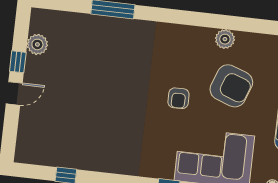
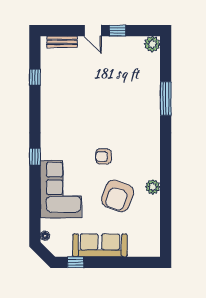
plant: (37, 44) -> (152, 44), moved
bench: (24, 135) -> (62, 42), added

